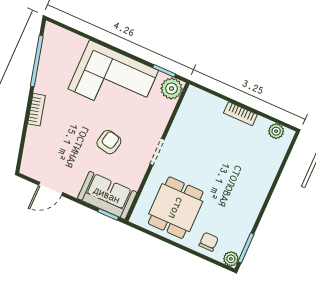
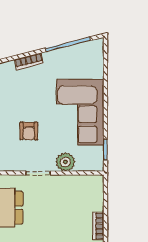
plant: (172, 89) -> (65, 162), moved
armchair: (109, 142) -> (29, 131), turned 78

